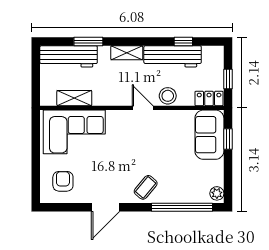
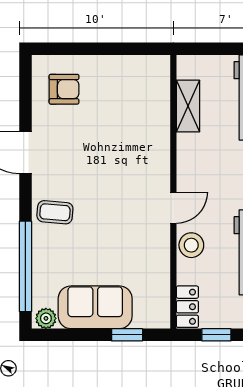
corner sofa: (74, 132) -> (138, 106), removed
sofa: (209, 135) -> (95, 307), moved
coffee table: (146, 187) -> (55, 212), turned -35

